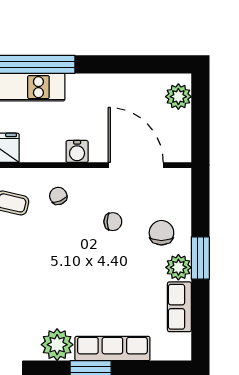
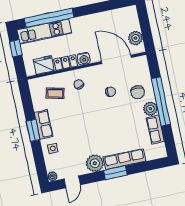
plant: (178, 97) -> (135, 38), moved
locker: (43, 152) -> (66, 63), added
chair: (161, 233) -> (138, 92), turned 180
window: (200, 258) -> (161, 101), width x2.11

